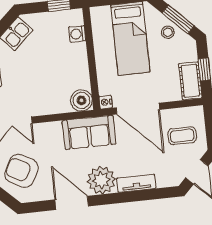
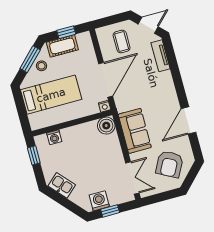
cot: (190, 81) -> (62, 46), moved
sofa: (89, 132) -> (135, 131), moved
plant: (101, 180) -> (167, 100), removed
tv unit: (136, 183) -> (161, 56), moved

